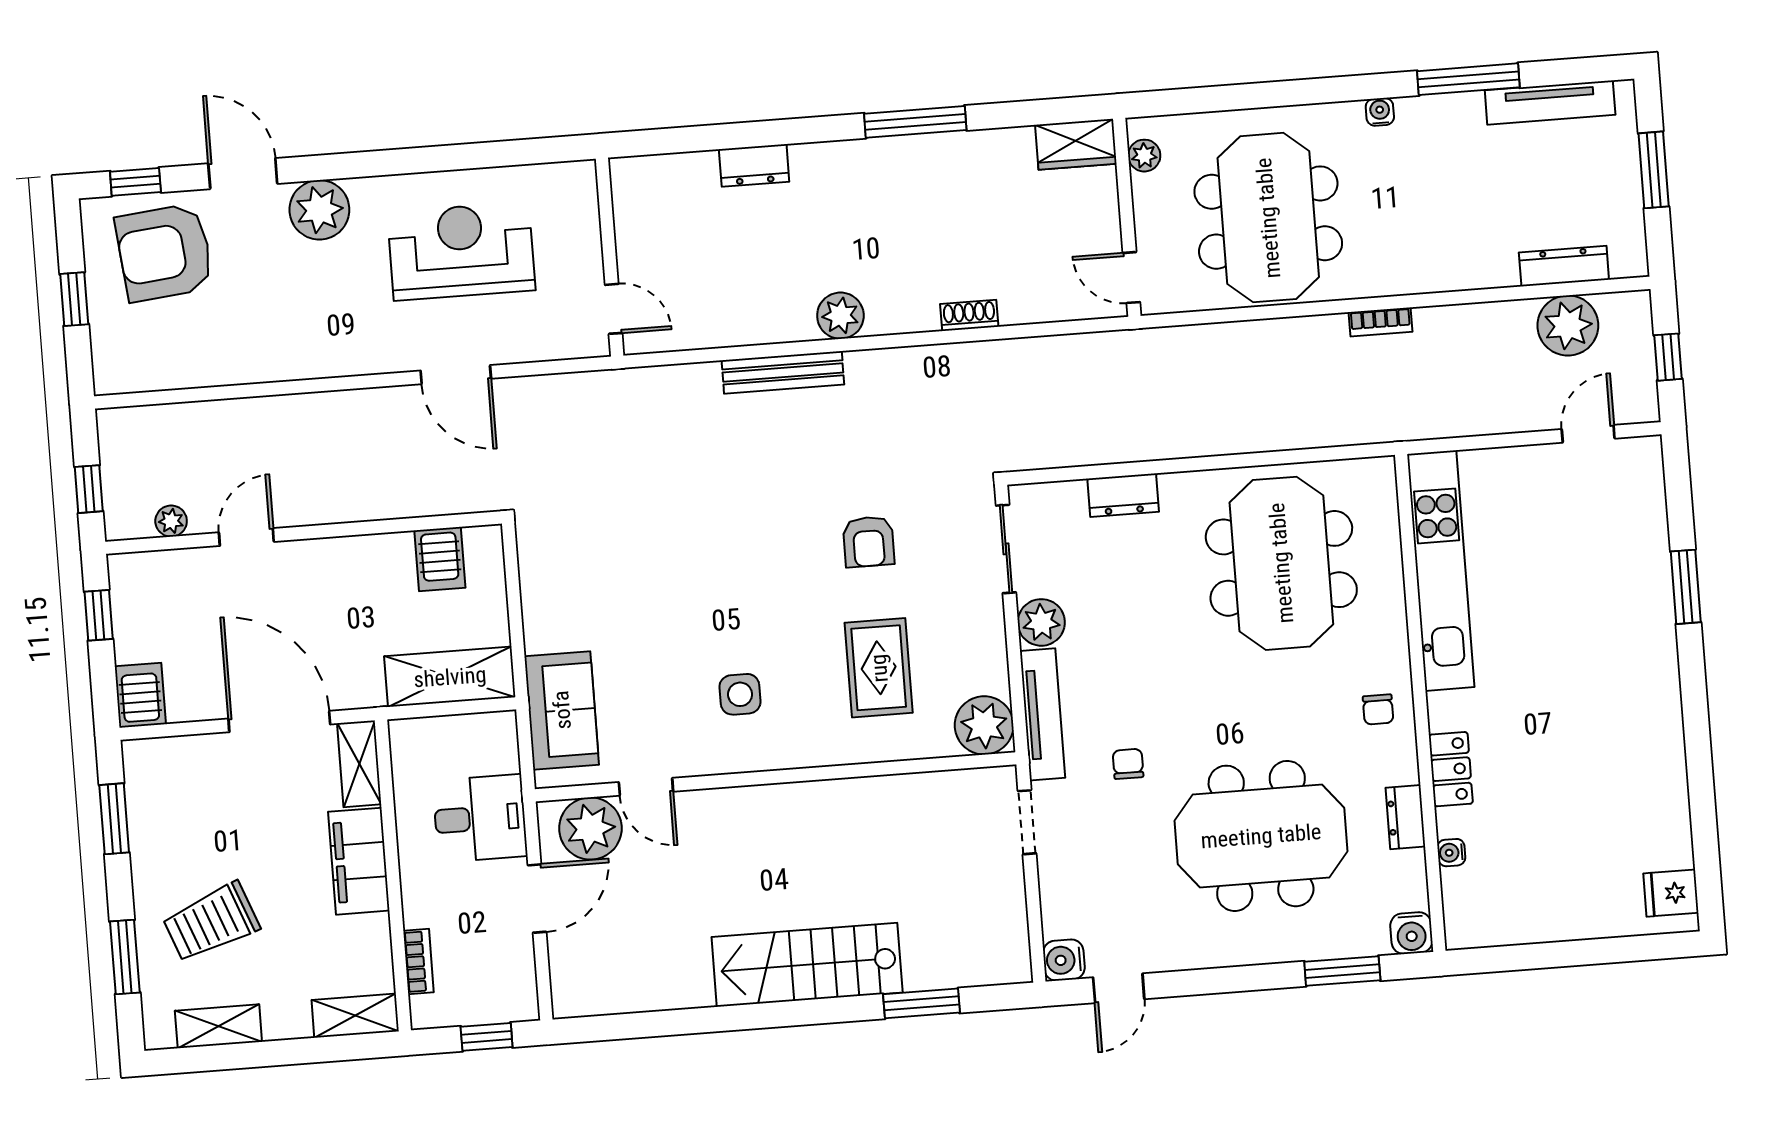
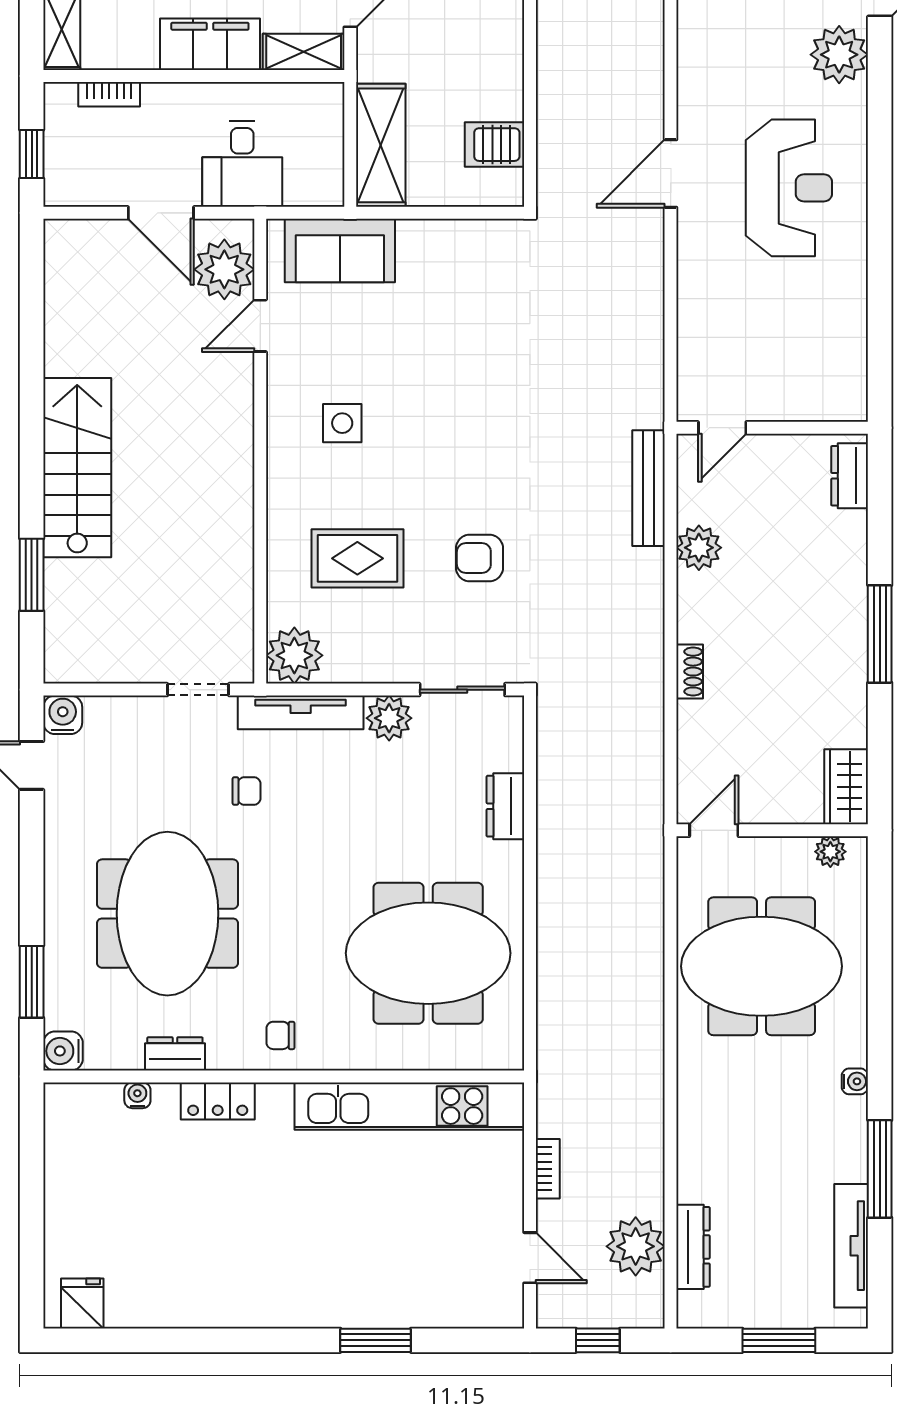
wall: (610, 257) -> (772, 428), moved
door: (614, 309) -> (722, 428), moved
bookcase: (1380, 322) -> (548, 1169), moved, turned 180

